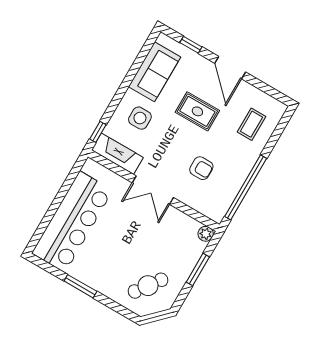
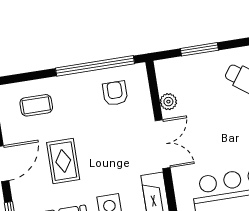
armchair: (201, 168) -> (115, 93), moved
plant: (206, 234) -> (168, 102), moved

